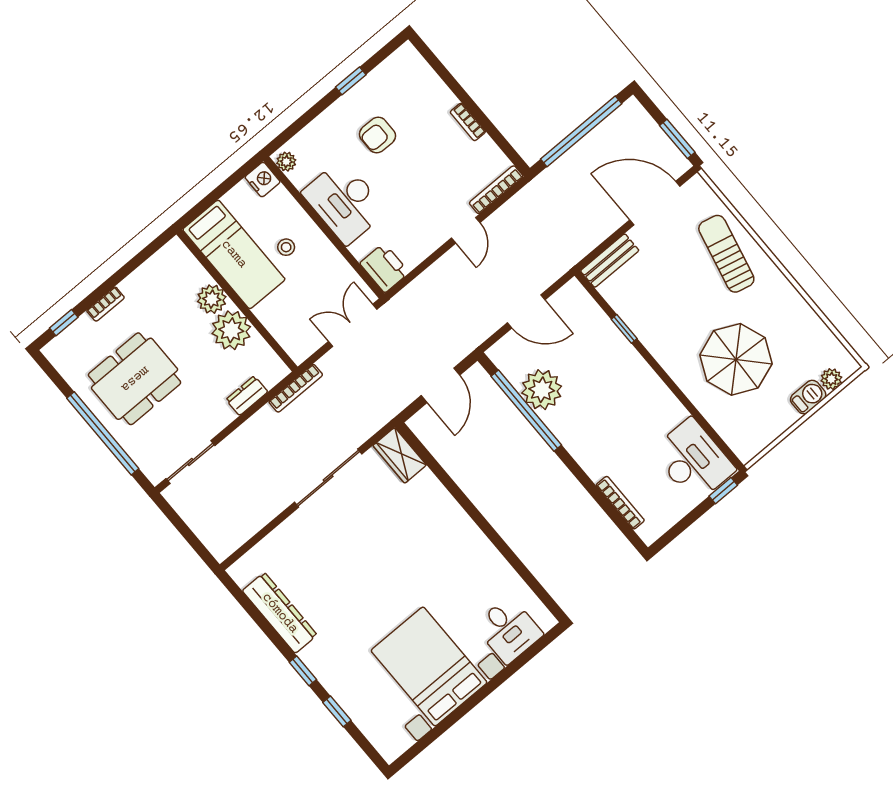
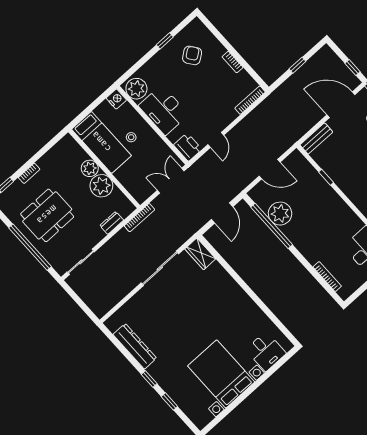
window: (581, 131) -> (297, 65), width x0.32
armchair: (377, 135) -> (192, 55), moved, turned 144
window: (677, 139) -> (352, 68), width x0.67
plant: (286, 162) -> (136, 89), width x1.88, depth x1.88
door: (466, 230) -> (216, 140), moved

